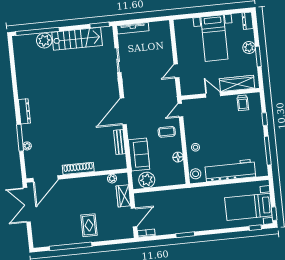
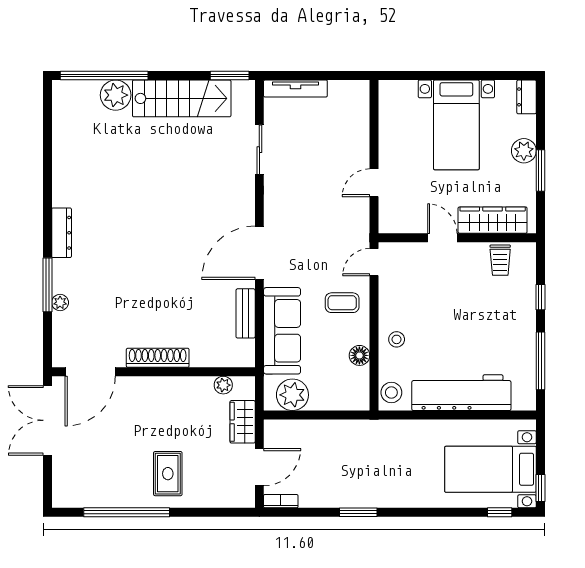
sofa: (139, 154) -> (282, 331), width x1.36

